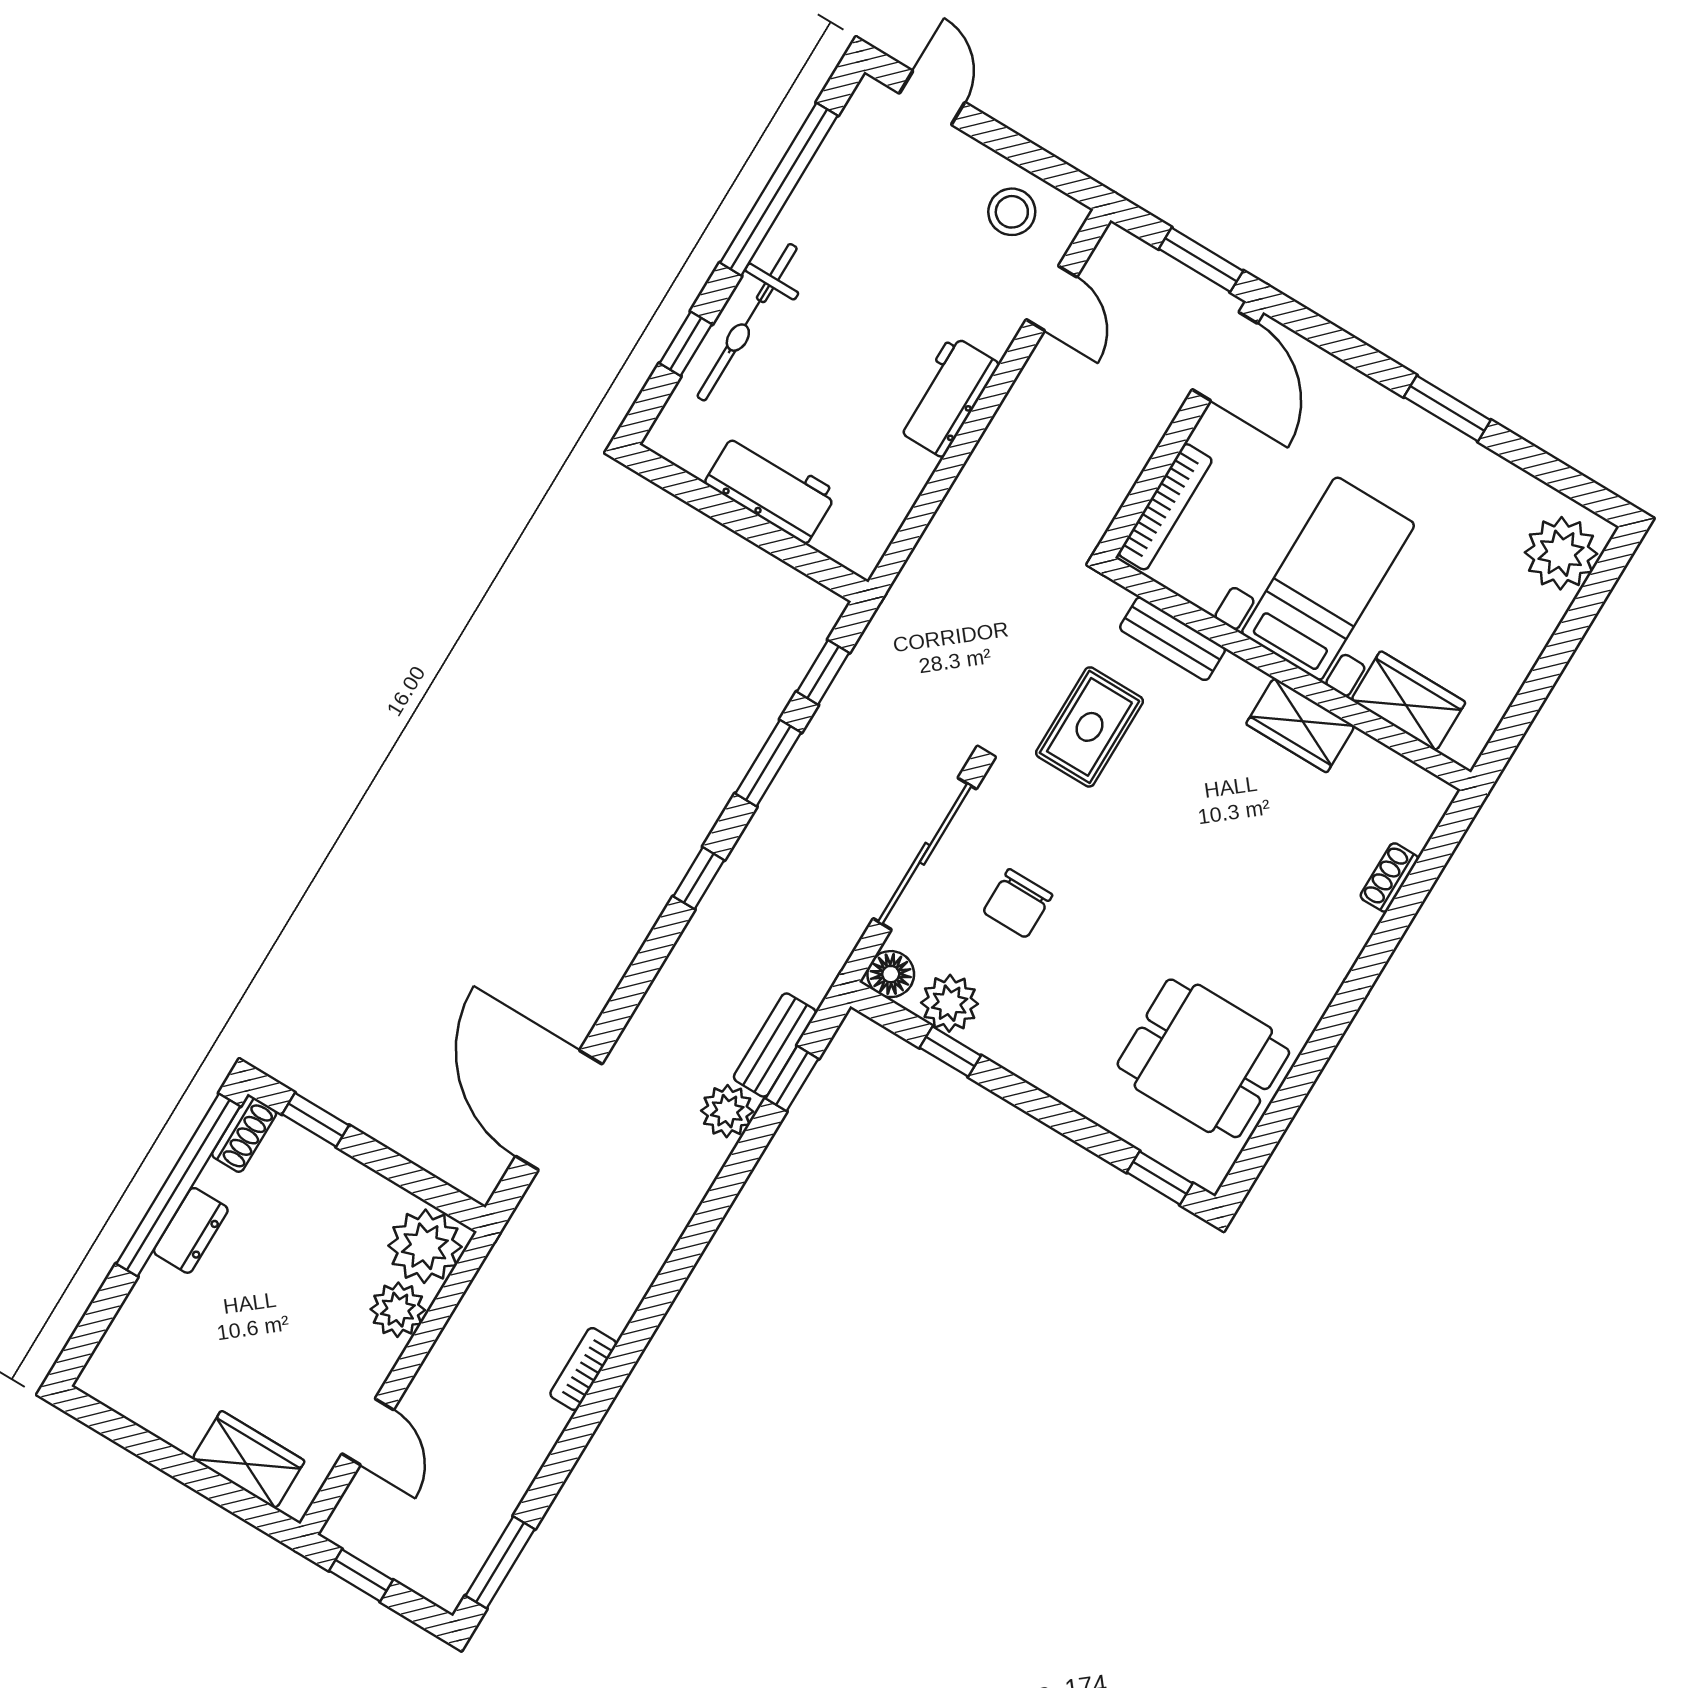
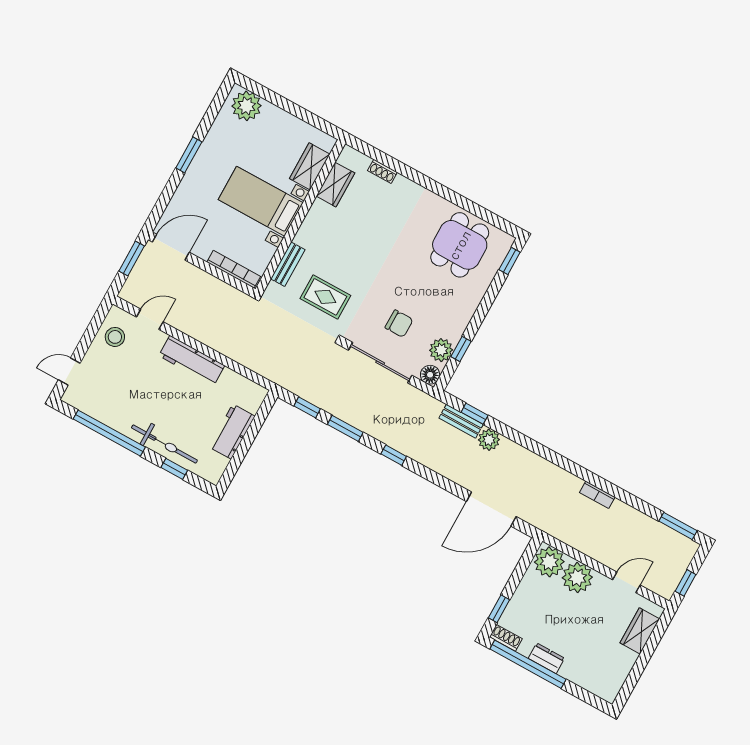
workbench: (947, 396) -> (192, 361), width x1.38
wardrobe: (1300, 725) -> (335, 185), moved
plant: (398, 1310) -> (577, 578), width x1.36, depth x1.36

